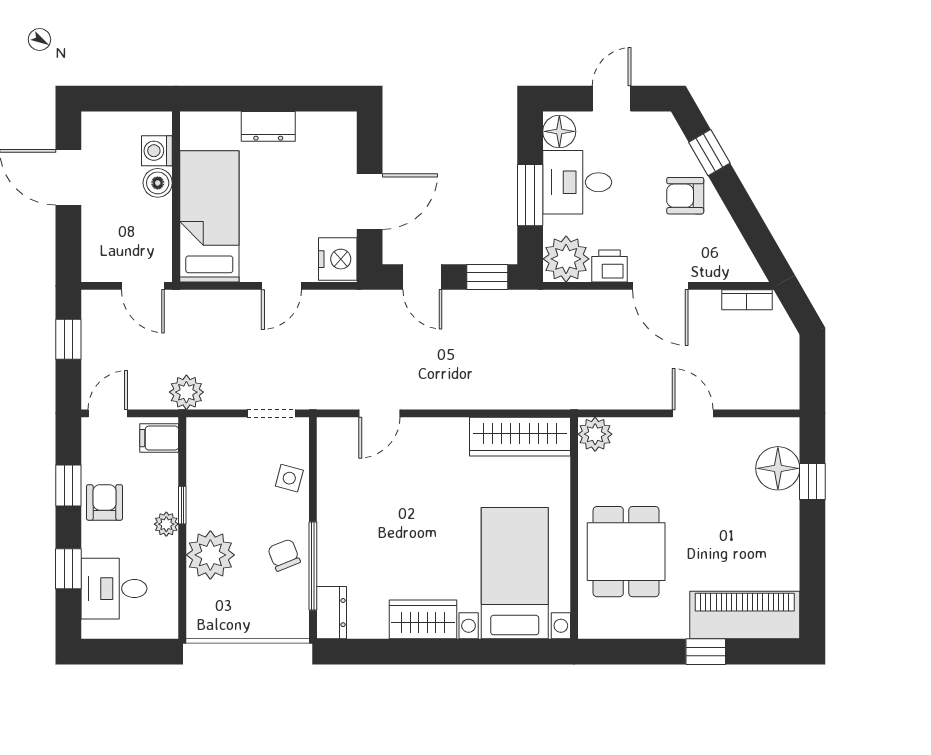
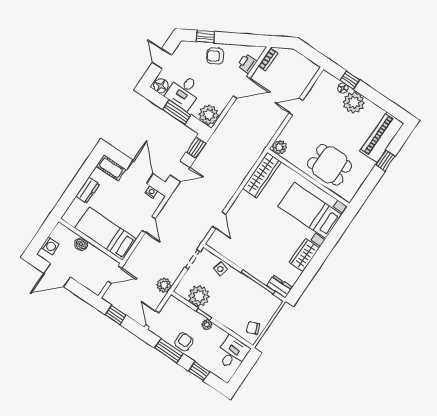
cot: (340, 142) -> (111, 168), added
washing machine: (157, 151) -> (50, 246), moved, turned -90
armchair: (685, 196) -> (215, 56), turned 59
nightstand: (338, 259) -> (151, 192), width x0.53, depth x0.56
printer: (610, 266) -> (247, 63), moved
filing cabinet: (159, 438) -> (174, 306), removed
floor lamp: (778, 468) -> (343, 88), width x0.53, depth x0.53
window: (68, 486) -> (169, 351), width x1.50
armchair: (104, 502) -> (184, 342), turned 90
plant: (775, 517) -> (354, 102), added
plant: (210, 555) -> (199, 296), moved
chair: (284, 555) -> (253, 328), moved
desk: (114, 589) -> (232, 353), moved, turned 180

